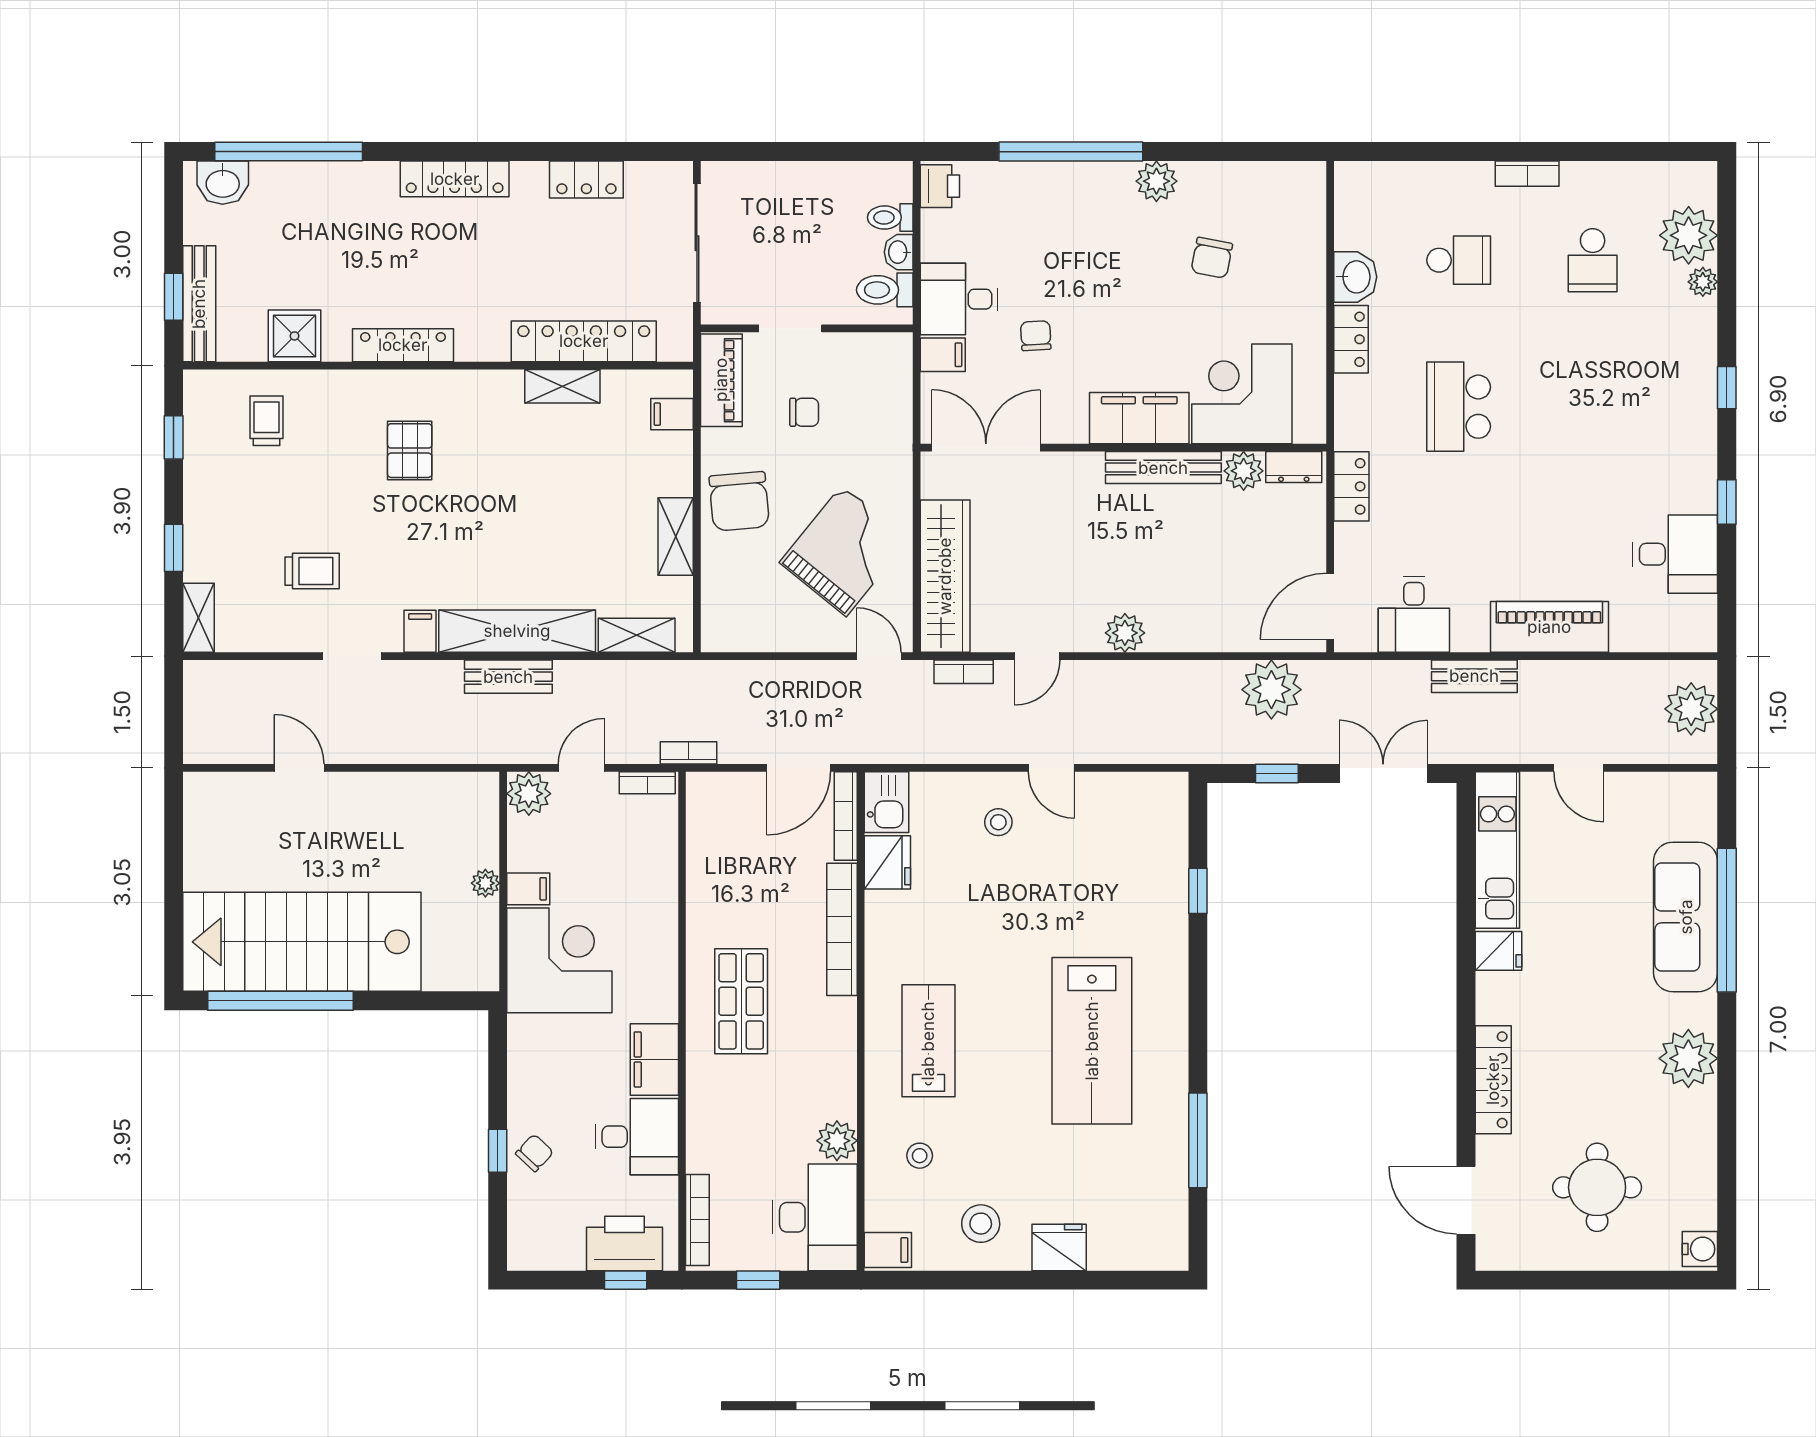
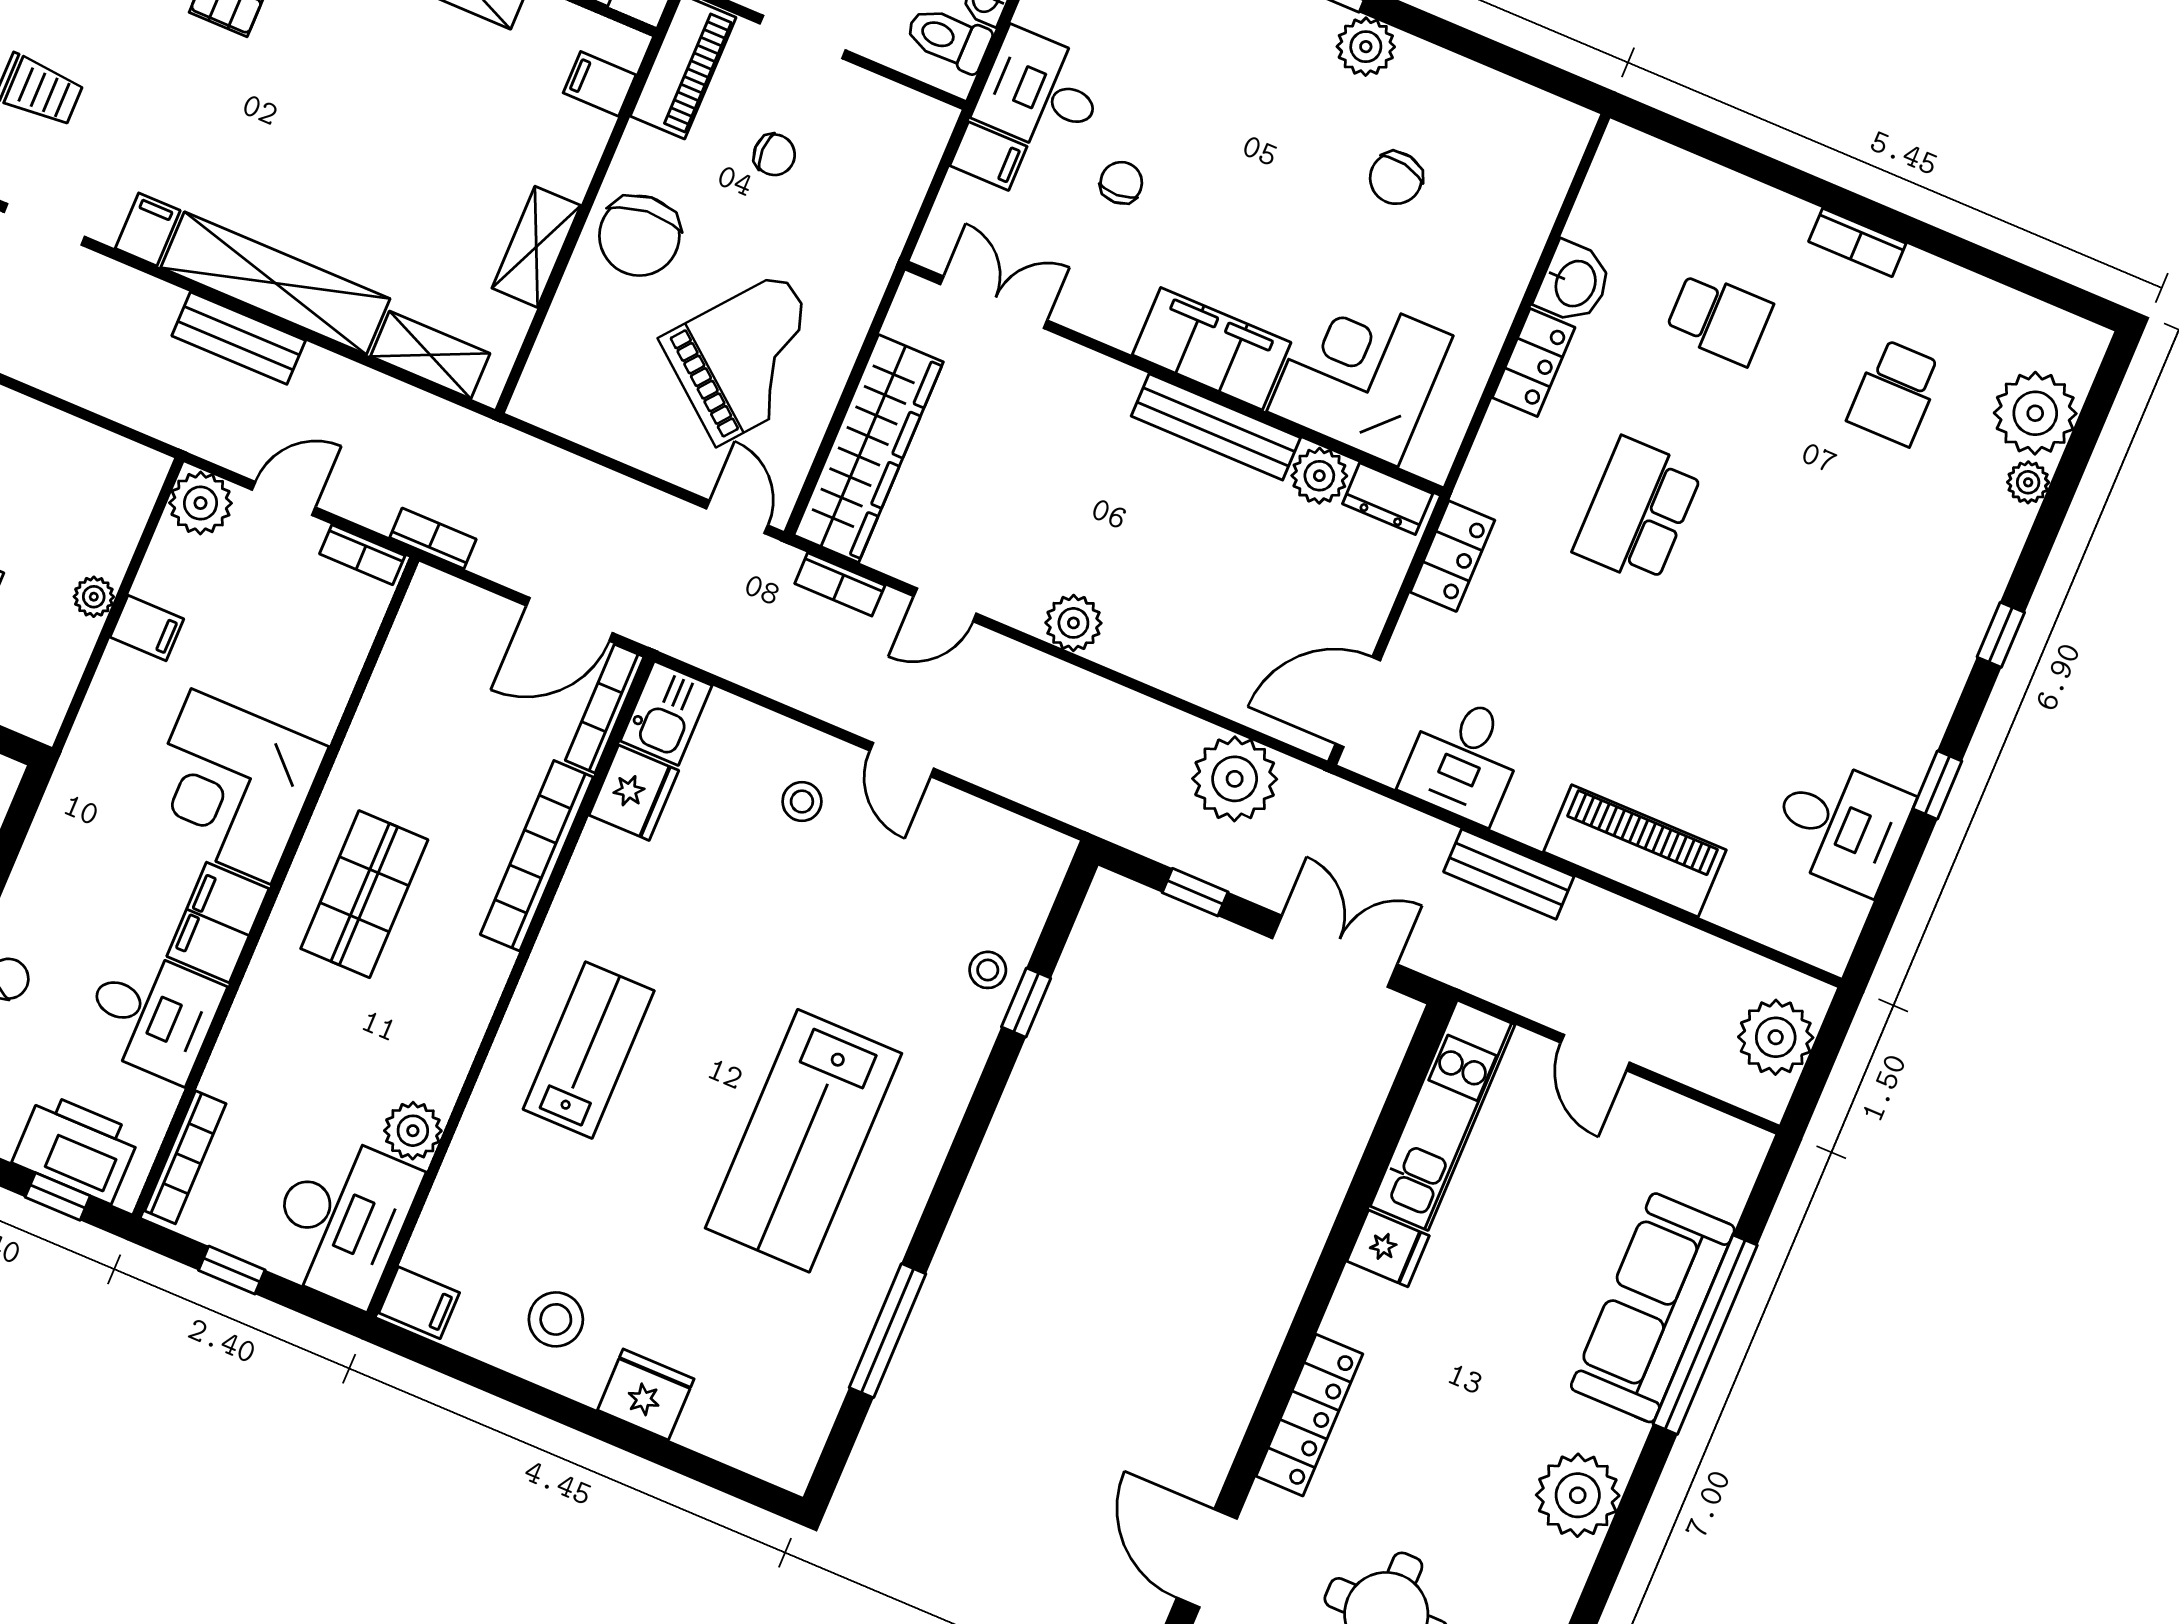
double door: (986, 448) -> (994, 302), width x0.73
corner desk: (559, 960) -> (231, 787), moved, turned 180
stool: (920, 1156) -> (988, 970), moved

